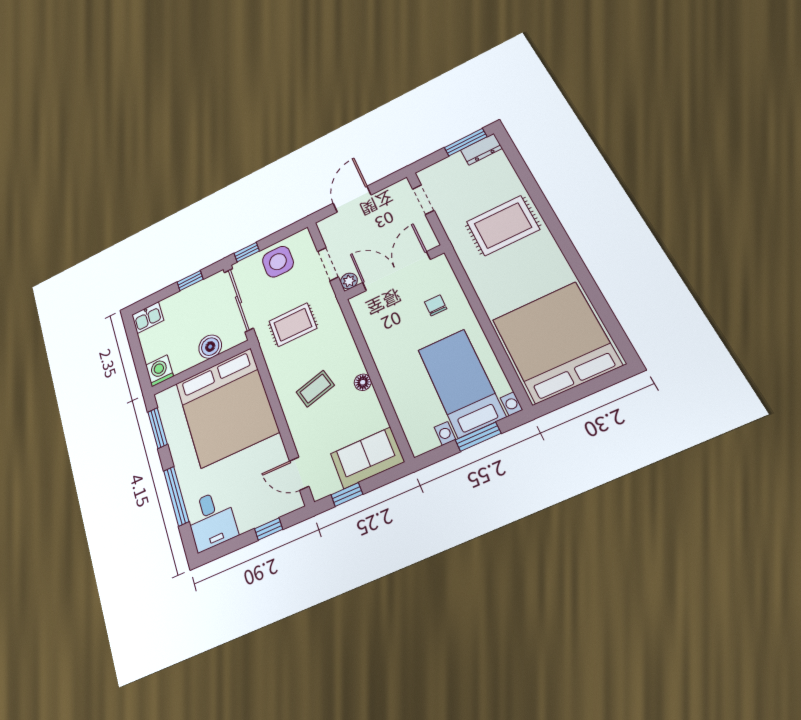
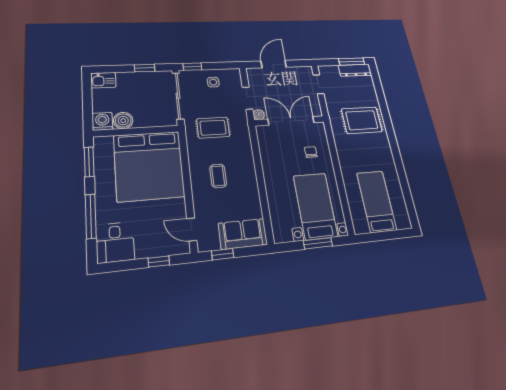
dresser: (481, 149) -> (355, 70), width x1.44
side table: (278, 262) -> (213, 82), width x0.54, depth x0.54
bed: (556, 342) -> (376, 201), width x0.49
boiler: (210, 347) -> (123, 121), moved
floor lamp: (363, 382) -> (252, 183), removed
coffee table: (315, 389) -> (218, 176), turned -75

